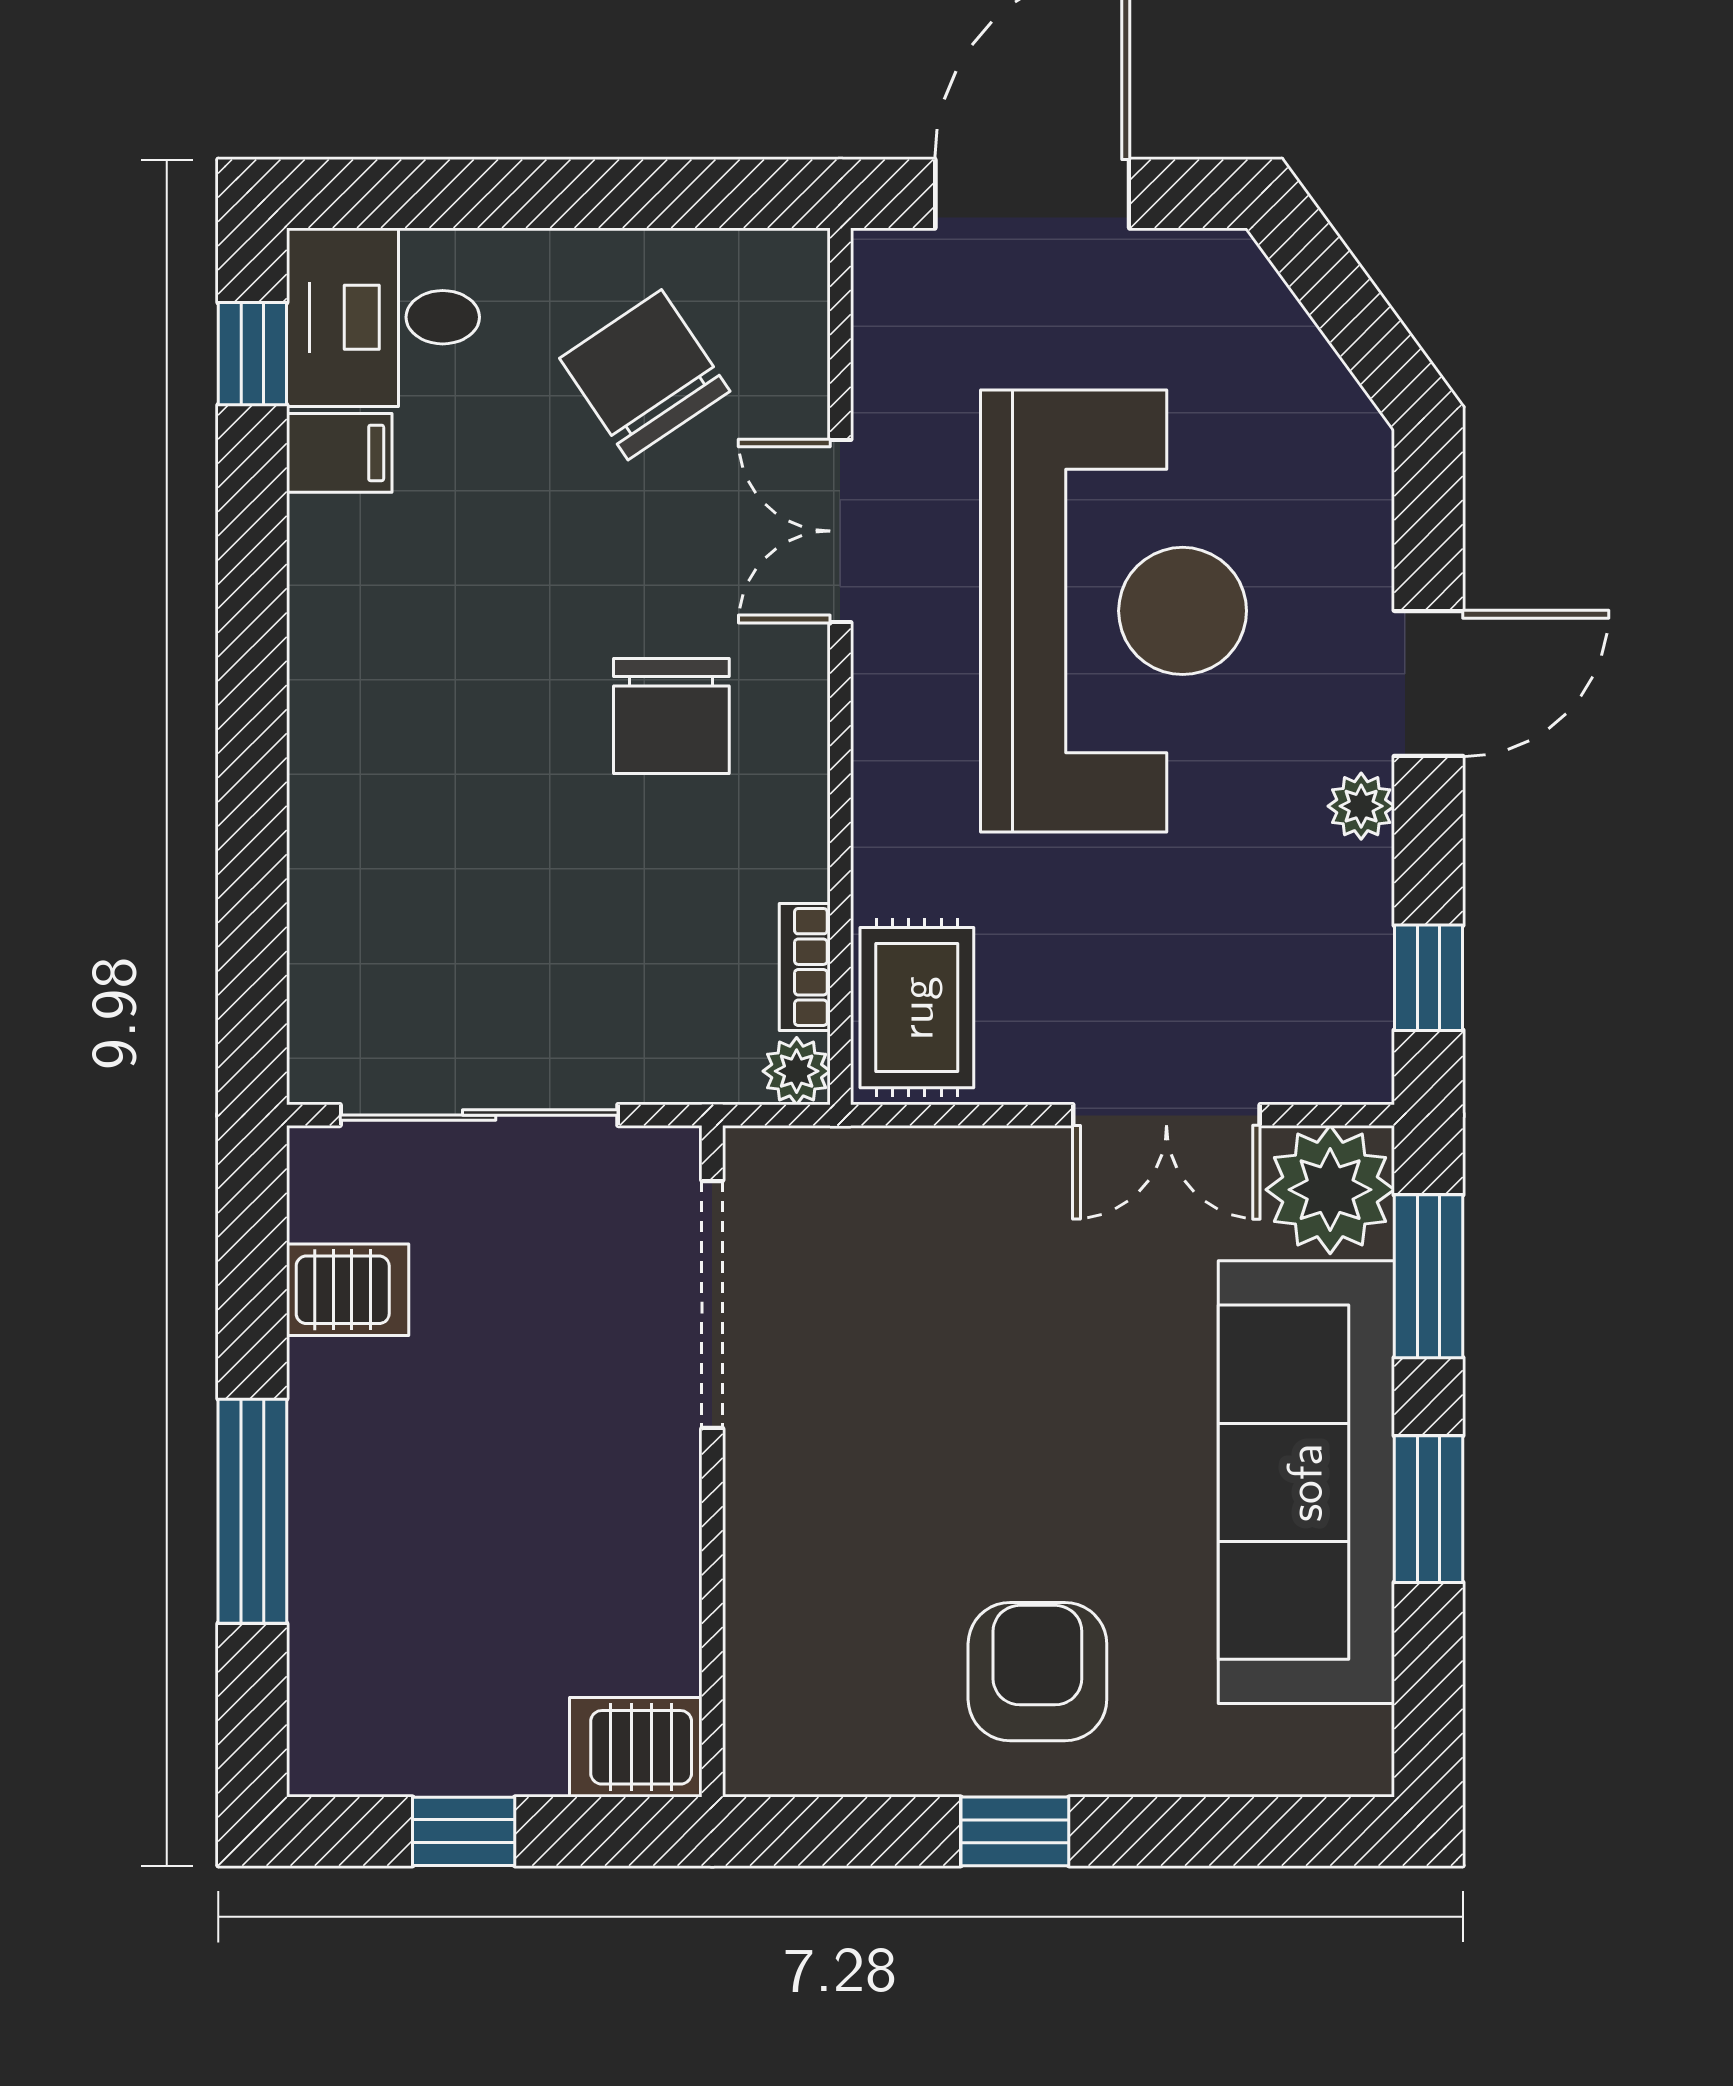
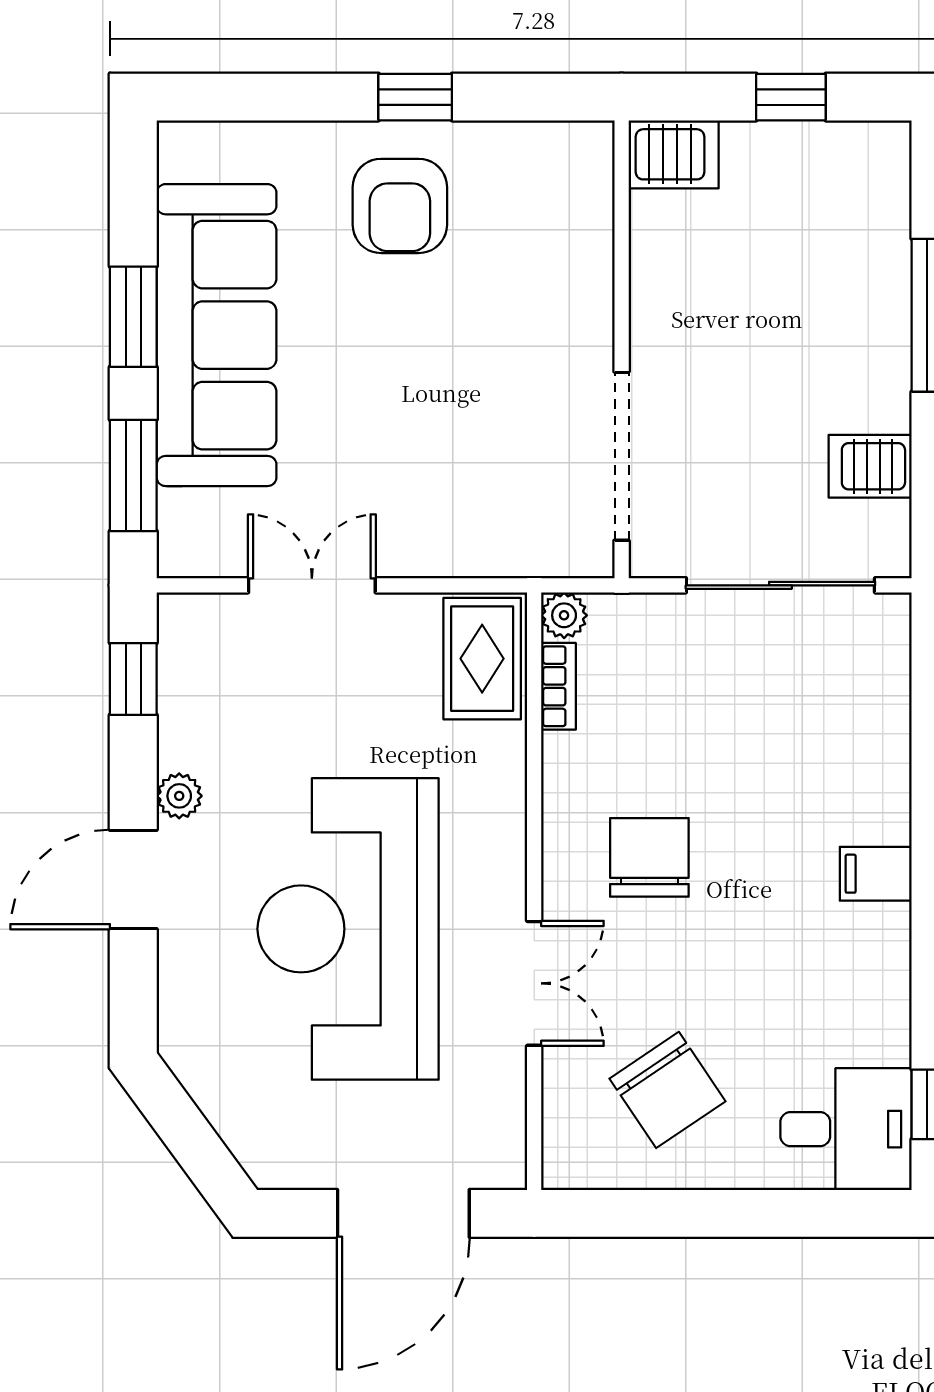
filing cabinet: (339, 453) -> (876, 874), moved
plant: (1330, 1190) -> (200, 535), removed

